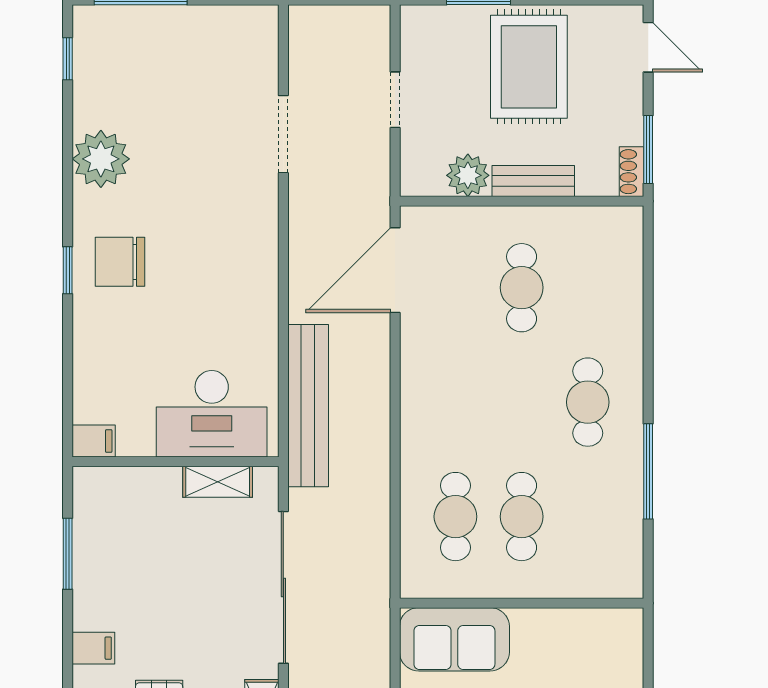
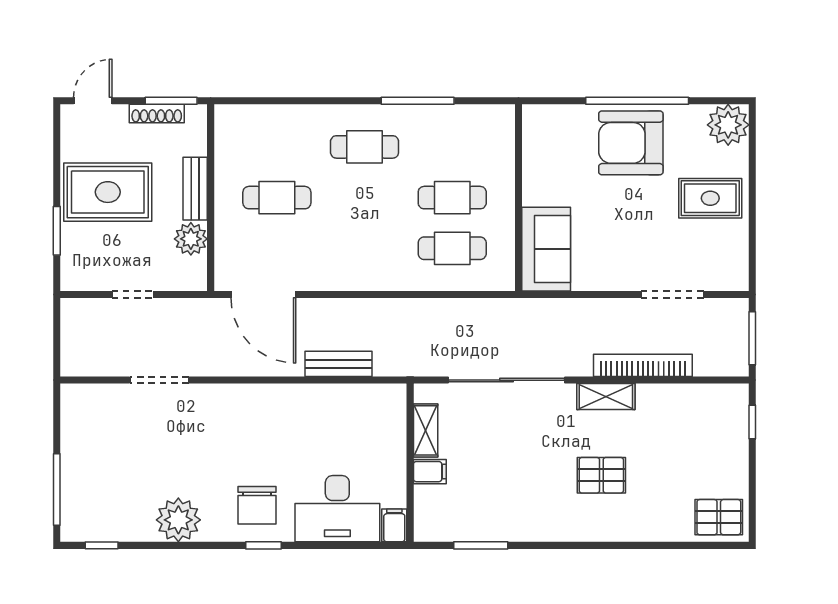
shoe rack: (631, 172) -> (157, 113), moved, width x1.43
bench: (308, 406) -> (338, 364), width x0.54, depth x0.82
desk: (212, 414) -> (337, 509), moved, turned 90
filing cabinet: (93, 648) -> (430, 472), moved, turned 90

